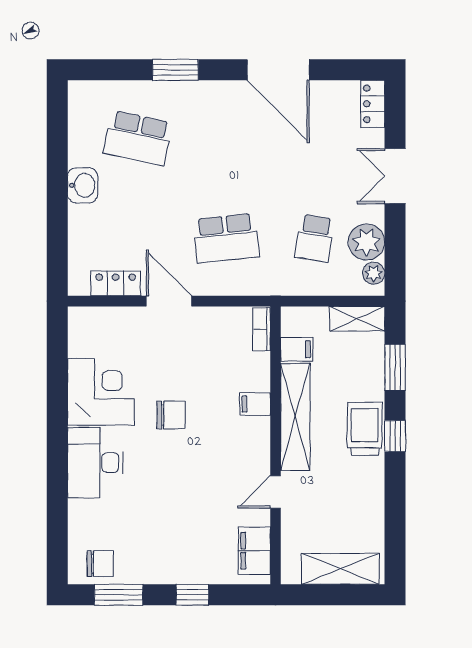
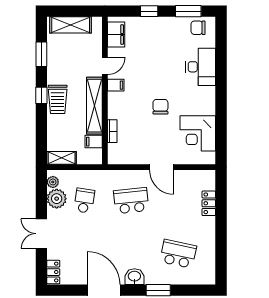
double door: (395, 176) -> (41, 234), swing flipped
washbasin: (83, 185) -> (134, 277), moved, turned 90
locker: (116, 283) -> (209, 203), moved, turned 90
bookcase: (262, 329) -> (112, 131), moved
window: (395, 367) -> (41, 54), moved
corner desk: (101, 392) -> (198, 133), moved
filing cabinet: (255, 404) -> (116, 85), moved
chair: (171, 415) -> (160, 107), turned 90
desk: (95, 463) -> (201, 67), moved

